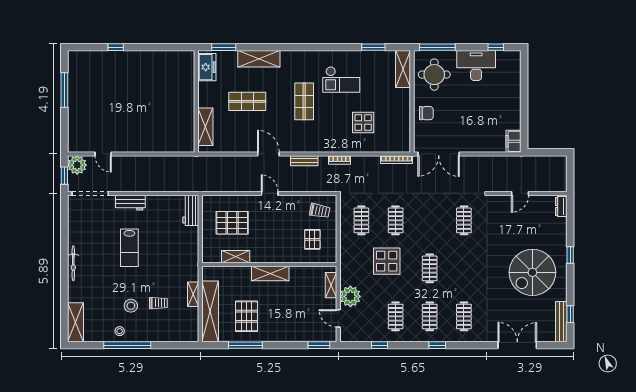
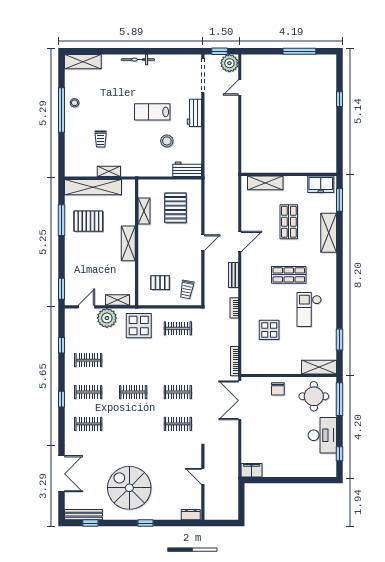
clothes rail: (396, 220) -> (178, 392), moved
display table: (387, 261) -> (139, 326), moved
stool: (131, 306) -> (167, 141), moved

